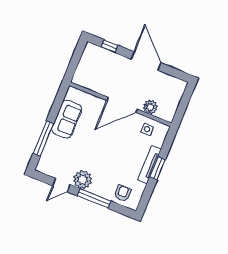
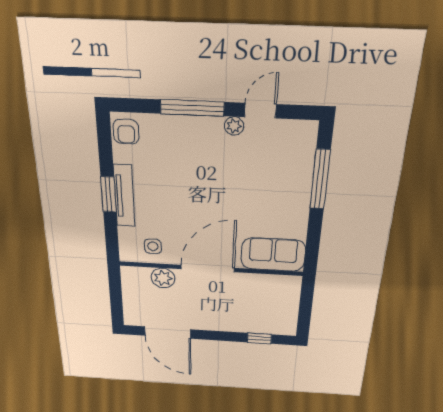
door: (146, 61) -> (168, 333), moved
sofa: (67, 119) -> (273, 255), moved, turned 90
plant: (83, 180) -> (234, 126), width x0.53, depth x0.53
armchair: (123, 193) -> (126, 132), moved

